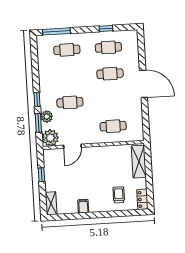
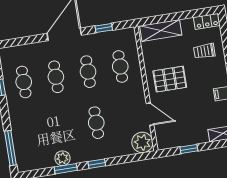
cafe table: (67, 50) -> (88, 72), moved
window: (145, 116) -> (104, 28), added
plant: (47, 117) -> (62, 158), moved
window: (38, 123) -> (66, 169), moved
pallet: (99, 165) -> (170, 79), added

